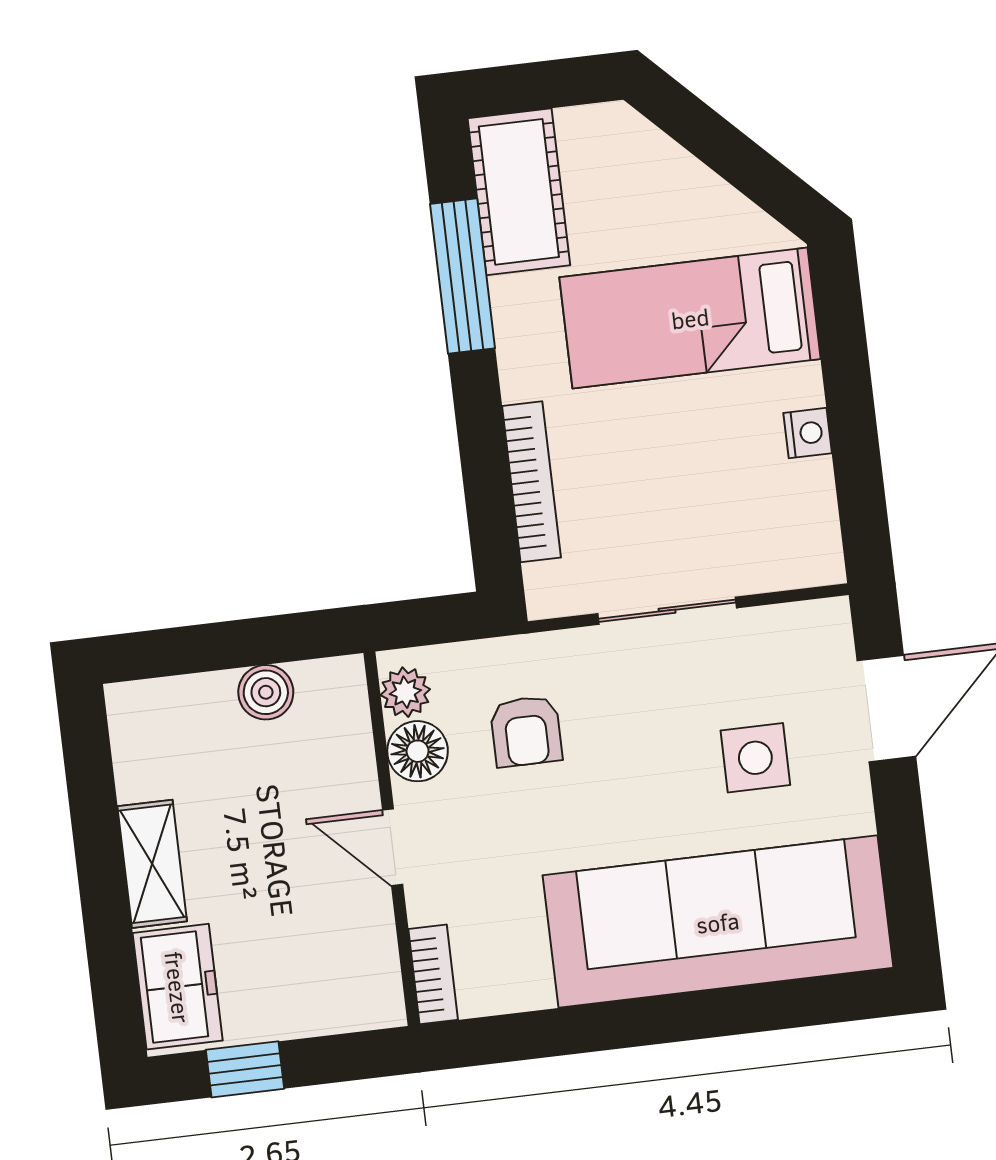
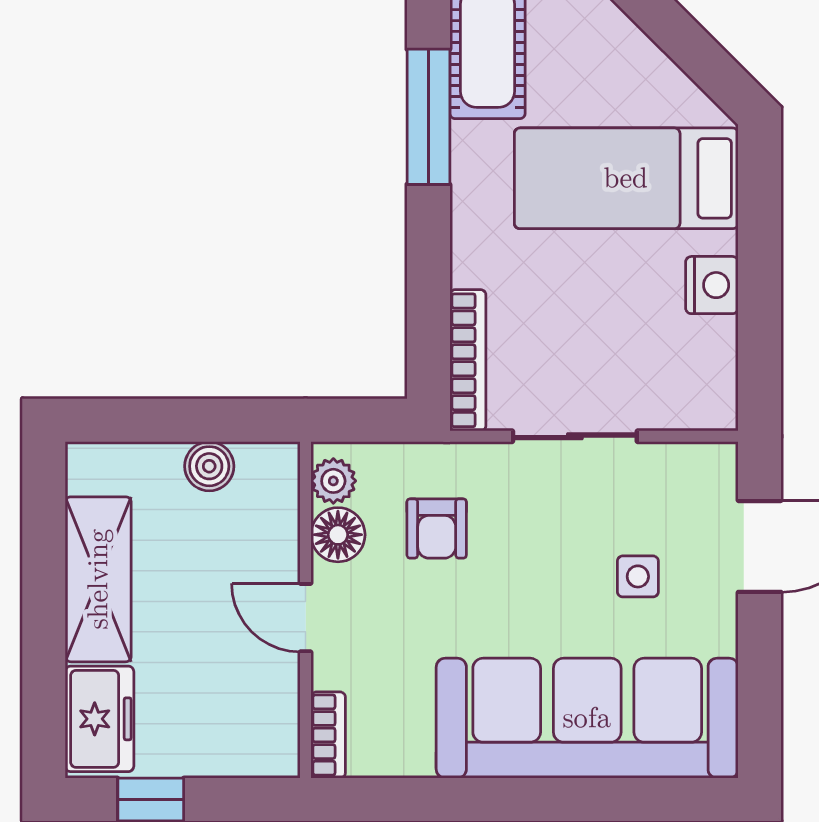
nightstand: (808, 433) -> (712, 285), width x1.39, depth x1.35
bookcase: (531, 482) -> (468, 360), moved
side table: (755, 758) -> (638, 576), width x0.73, depth x0.73
shelving: (152, 864) -> (98, 579), width x1.50, depth x1.33

